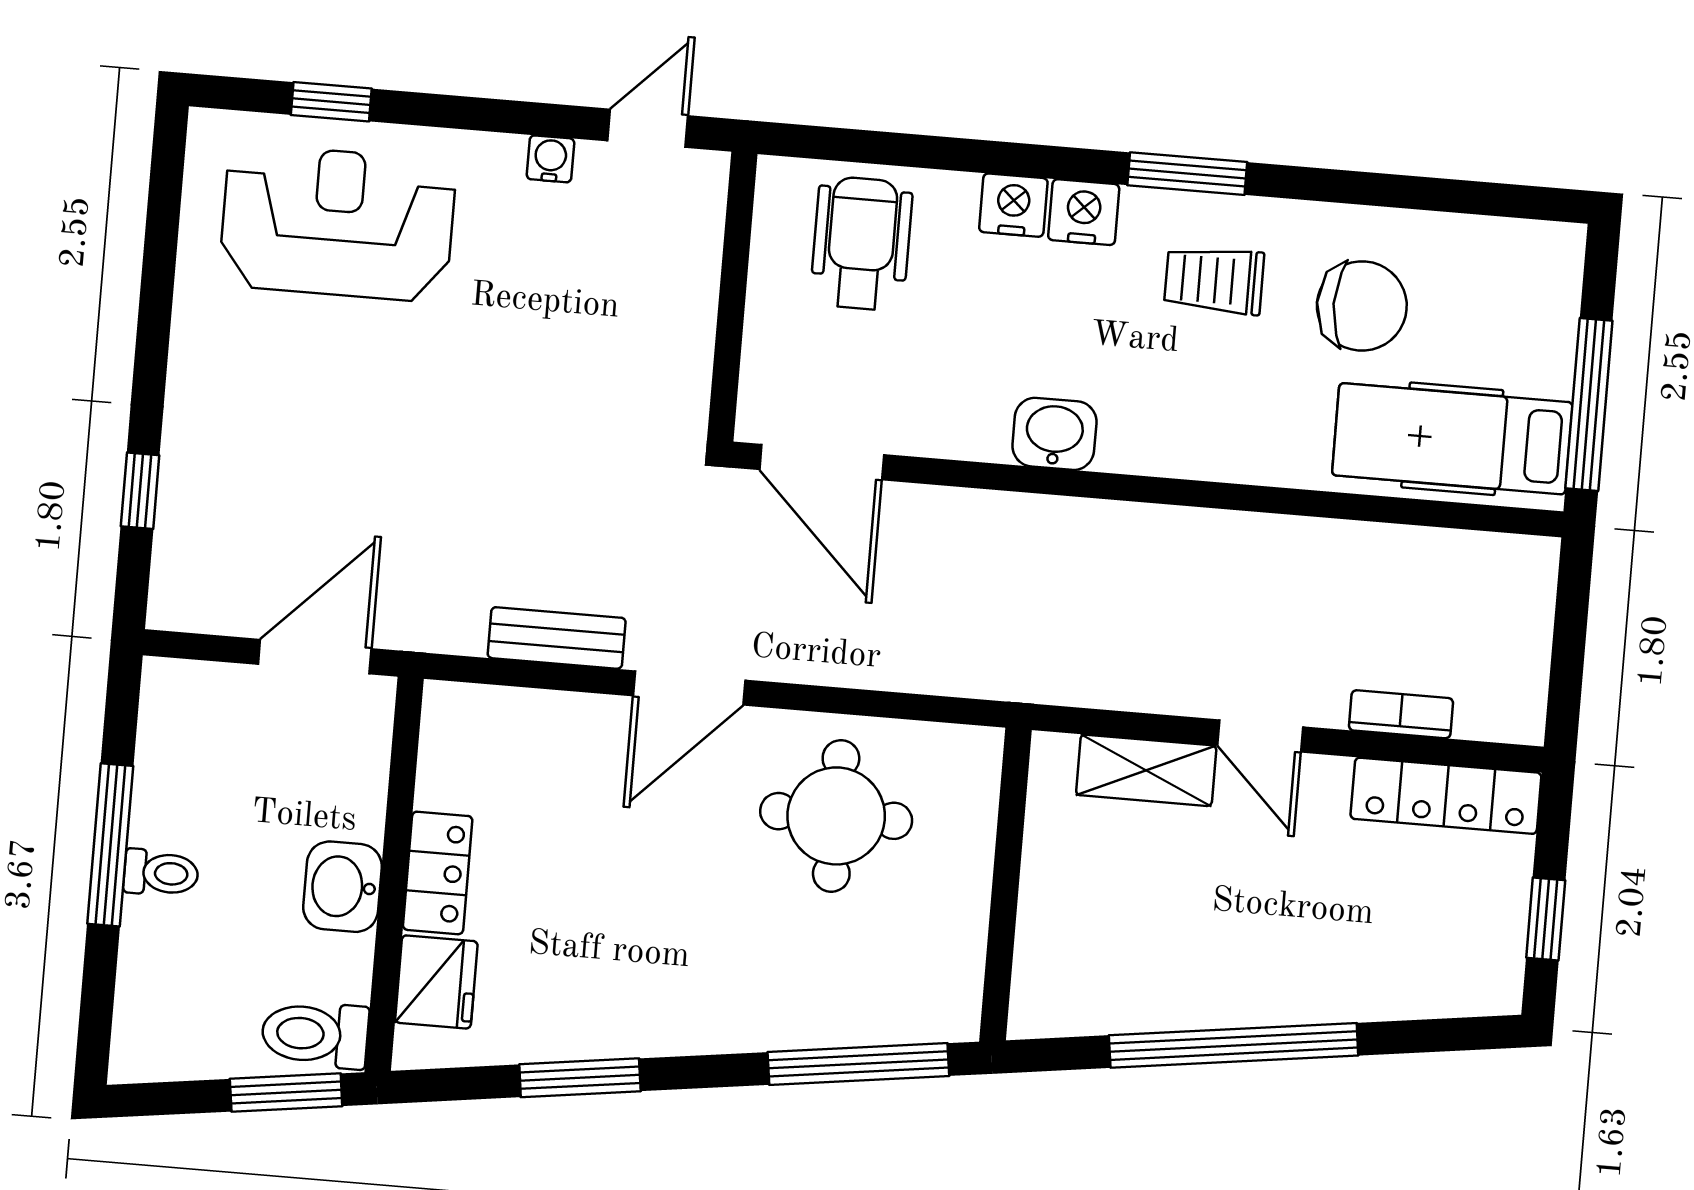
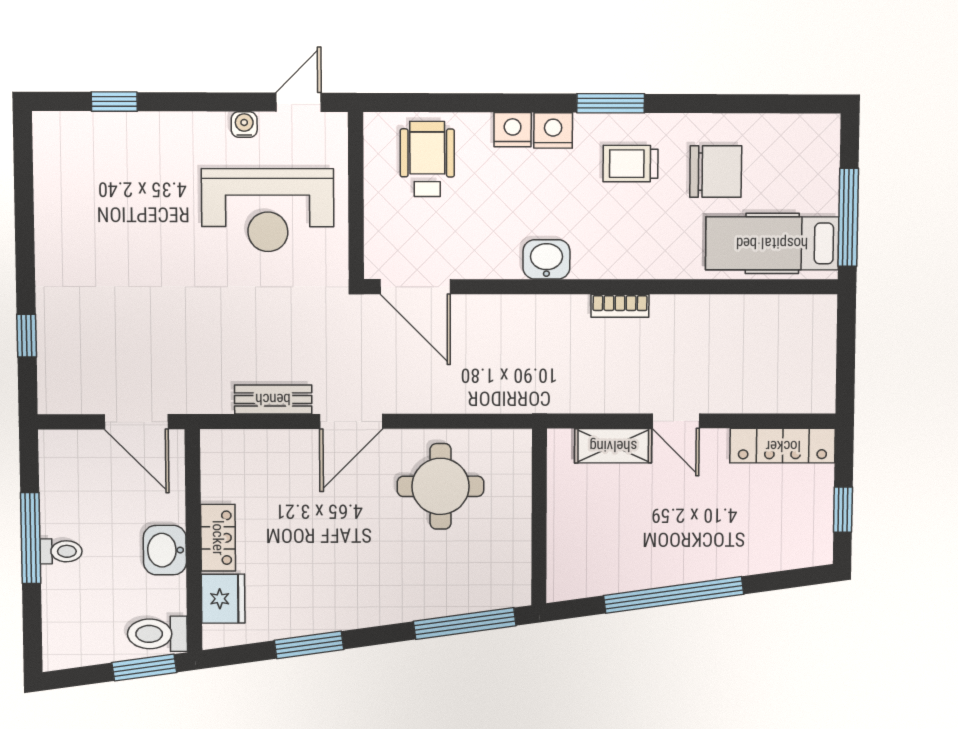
reception desk: (338, 223) -> (268, 210), moved, turned 180
door: (315, 657) -> (136, 422), swing flipped
bookcase: (1401, 714) -> (620, 306), moved, turned 180

